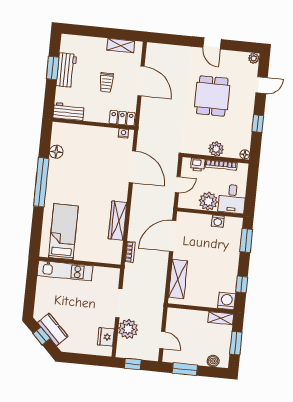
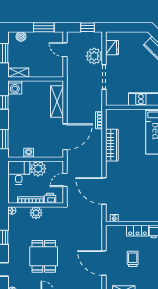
locker: (122, 118) -> (137, 231), moved

